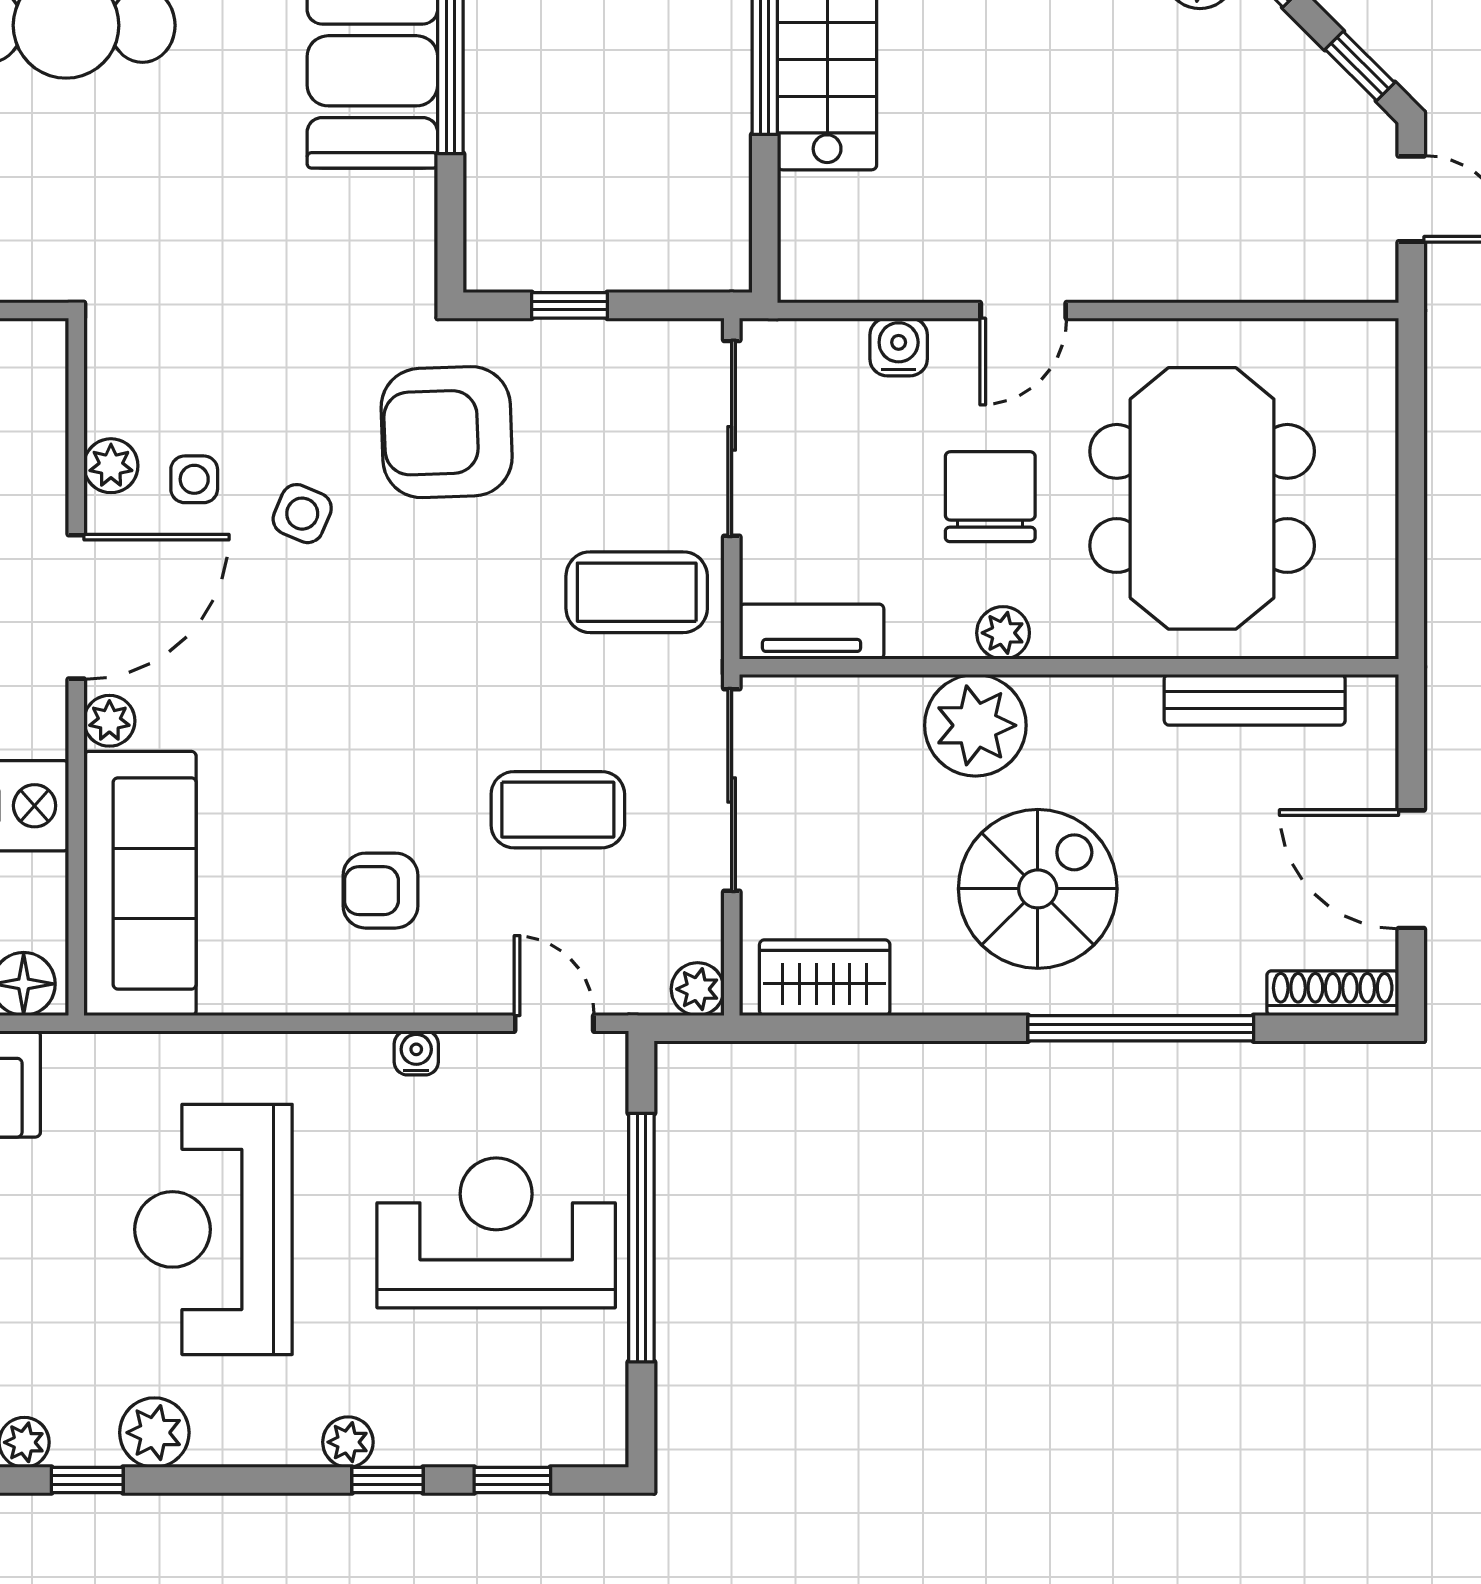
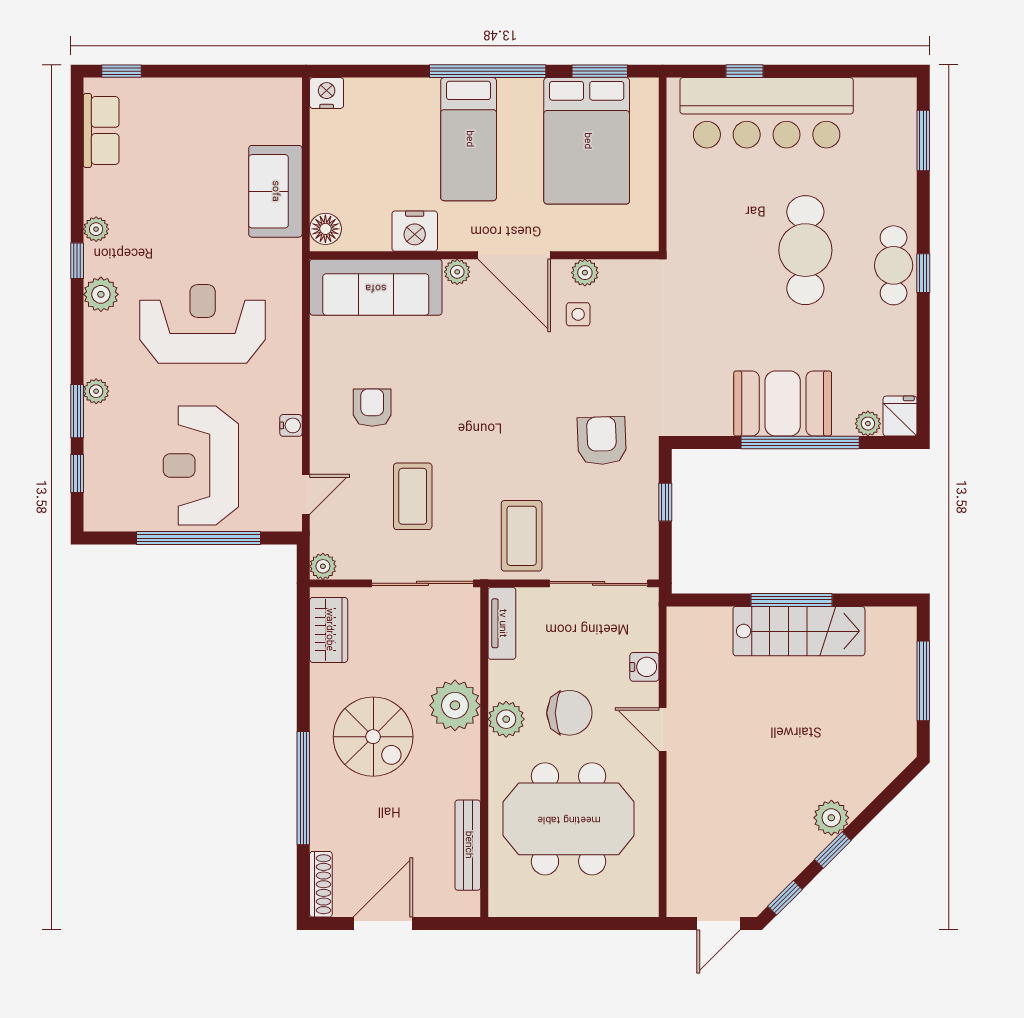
armchair: (447, 432) -> (602, 441), width x0.73, depth x0.73
side table: (302, 514) -> (561, 368), removed
plant: (1003, 633) -> (506, 719), width x1.38, depth x1.38
reception desk: (496, 1233) -> (201, 465), turned 180
window: (388, 1480) -> (77, 411), width x1.50

